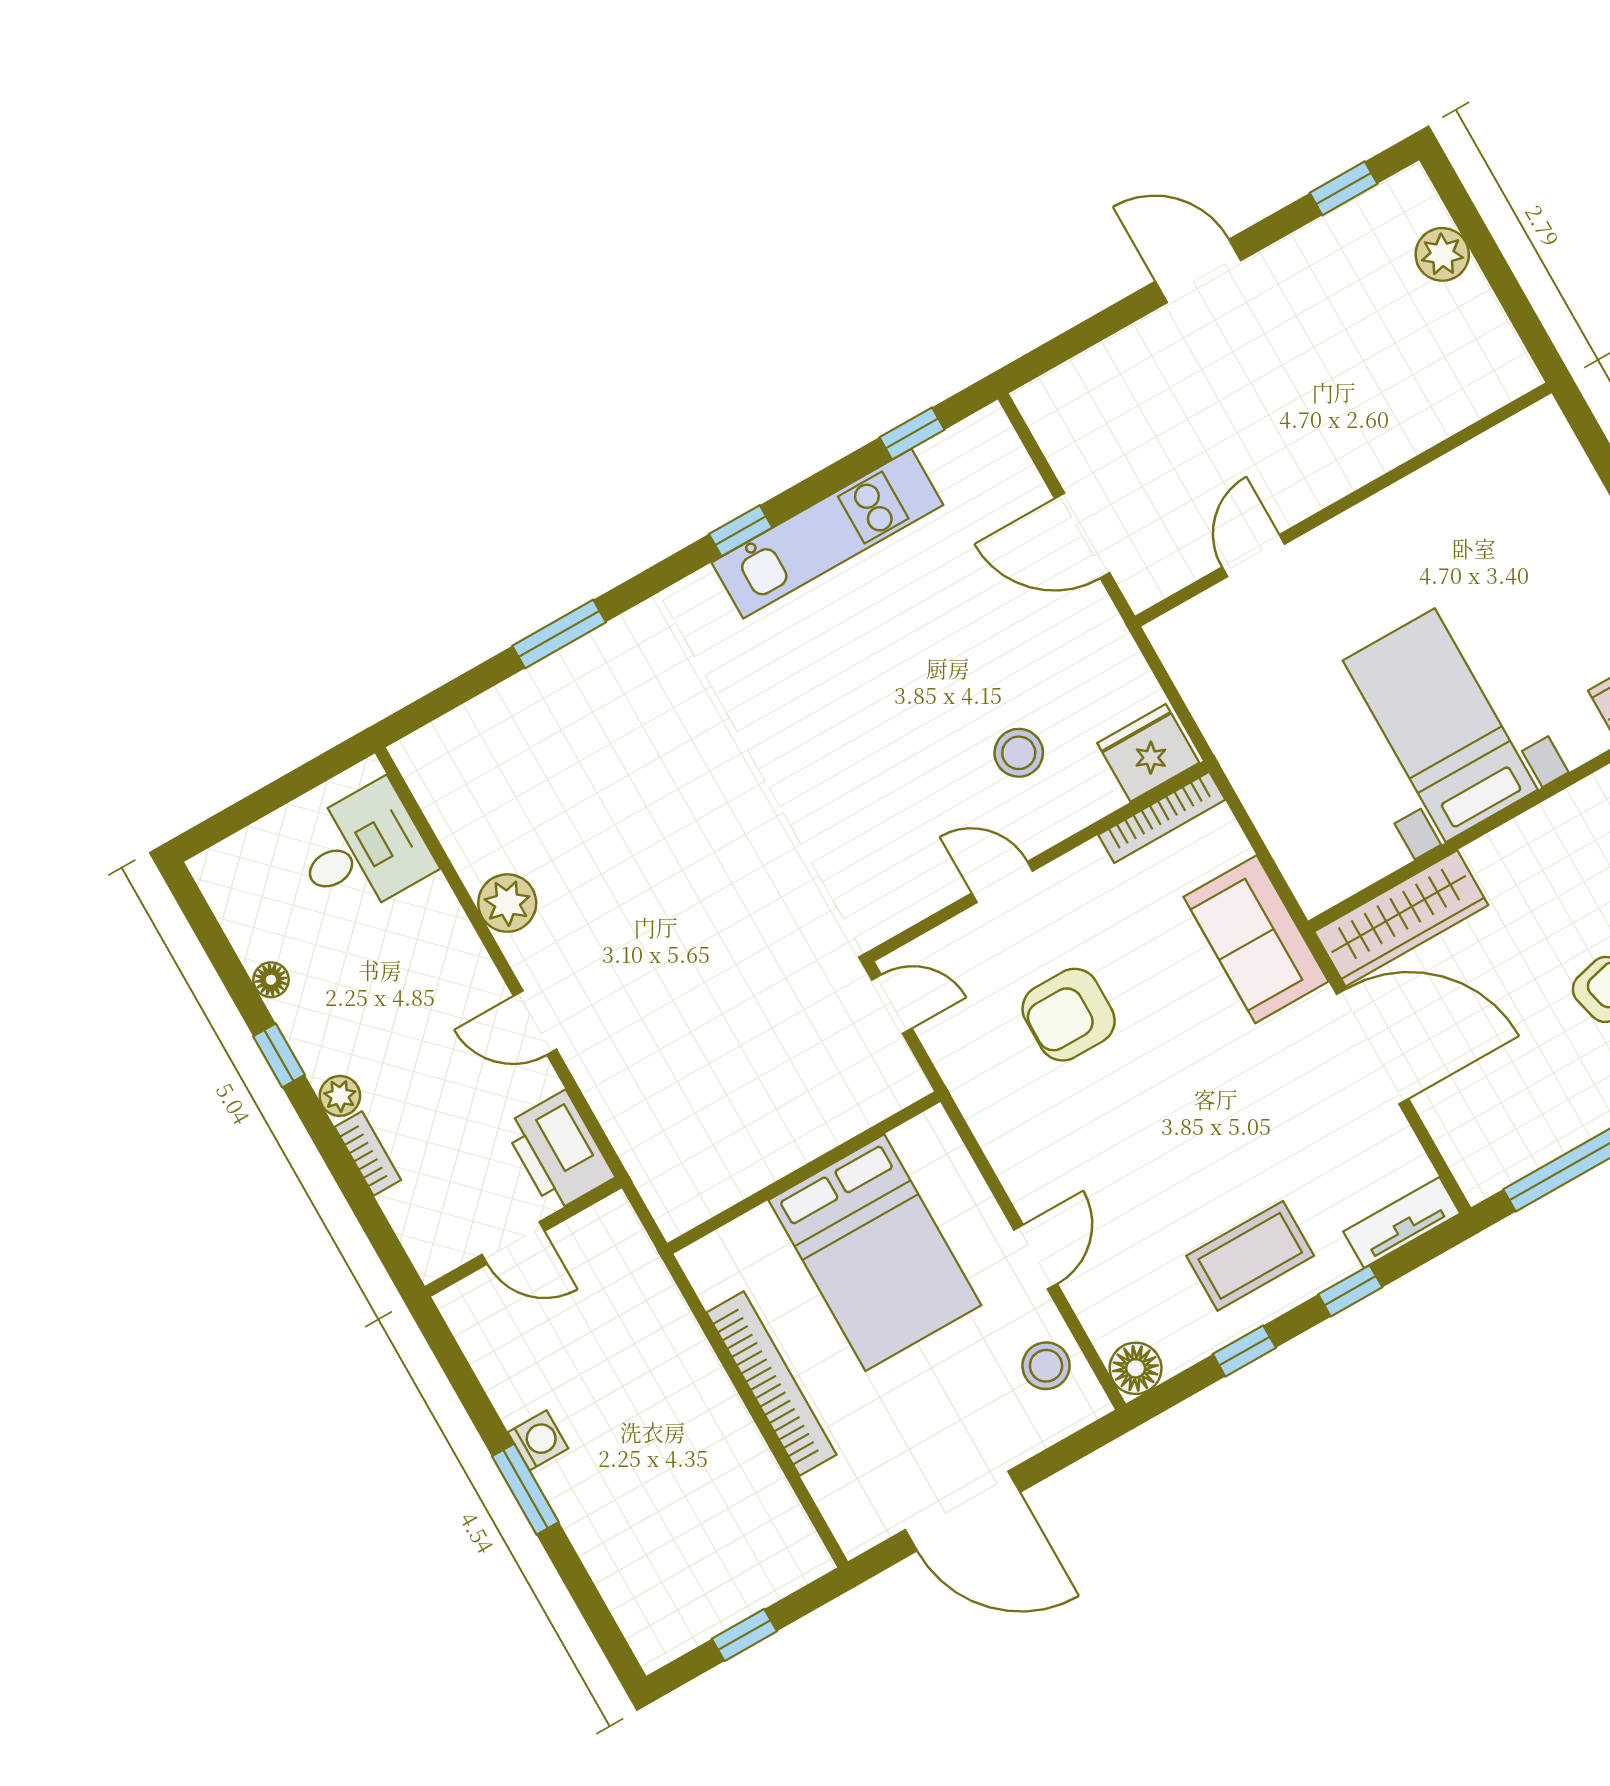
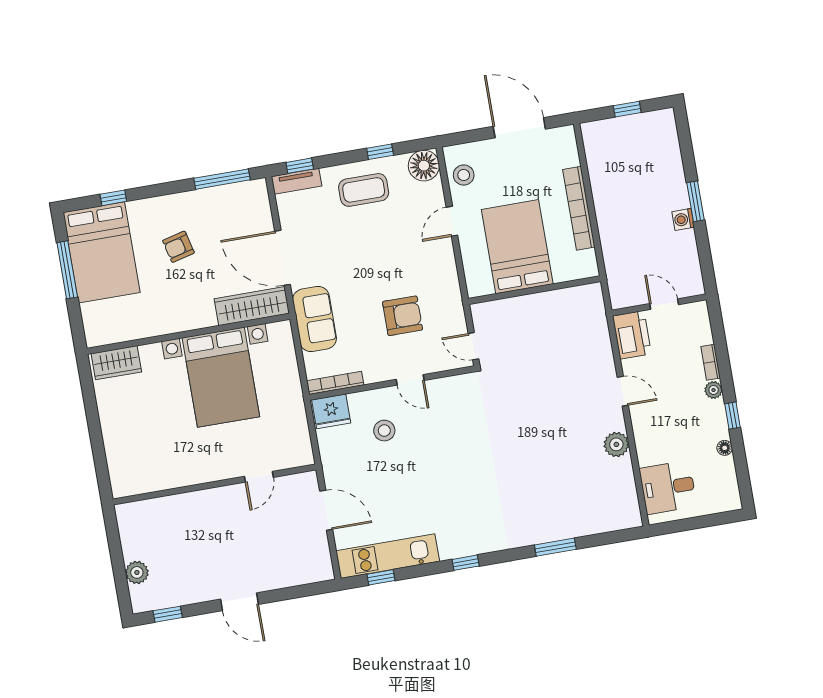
kitchen unit: (827, 534) -> (388, 556), moved
bed with nightstands: (1440, 725) -> (221, 377), width x1.36
window: (1350, 1291) -> (300, 166), moved
floor lamp: (1136, 1368) -> (424, 166), width x1.38, depth x1.38

